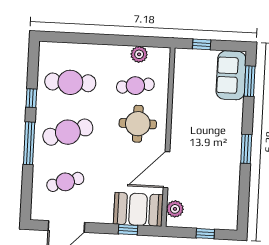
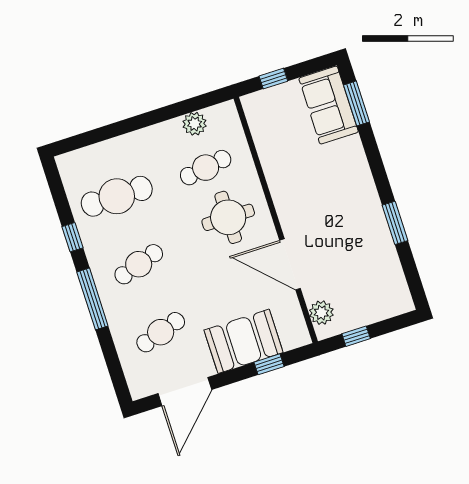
cafe table: (68, 132) -> (139, 264), width x0.73, depth x0.74
window: (246, 149) -> (395, 223), moved
door: (166, 170) -> (290, 264), hinge flipped
booth: (138, 209) -> (244, 341), moved
window: (205, 234) -> (356, 336), moved

